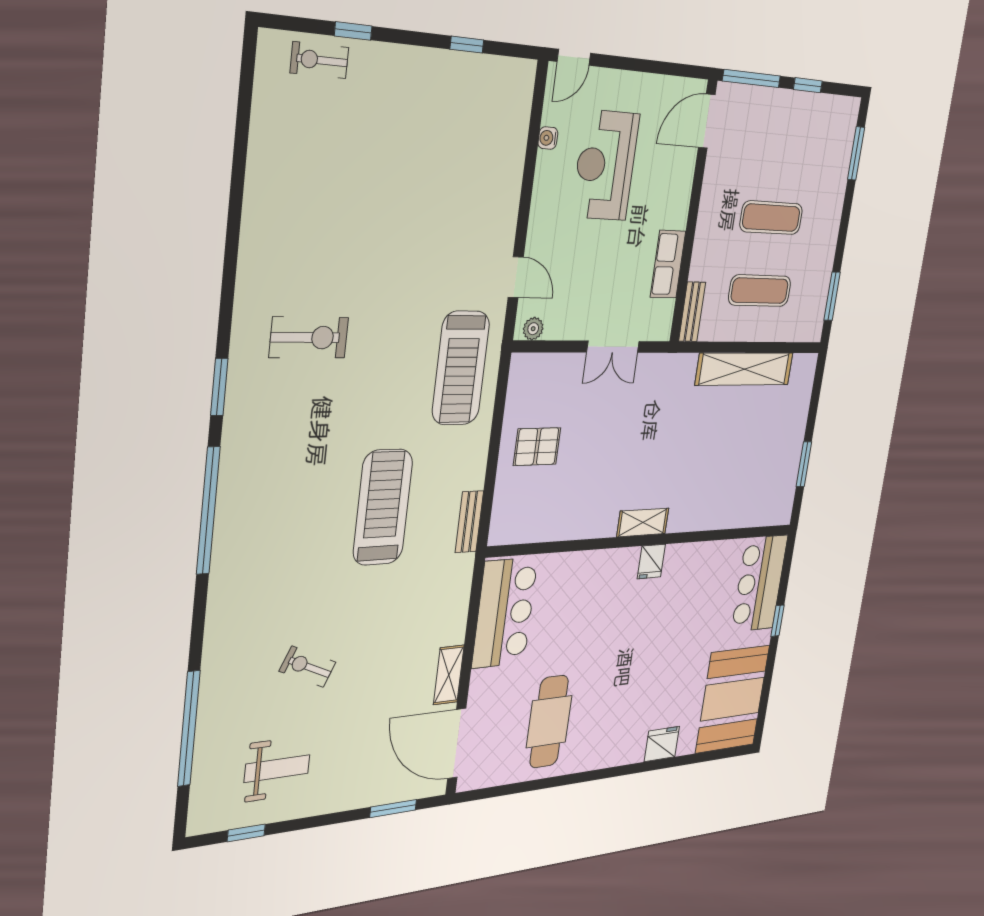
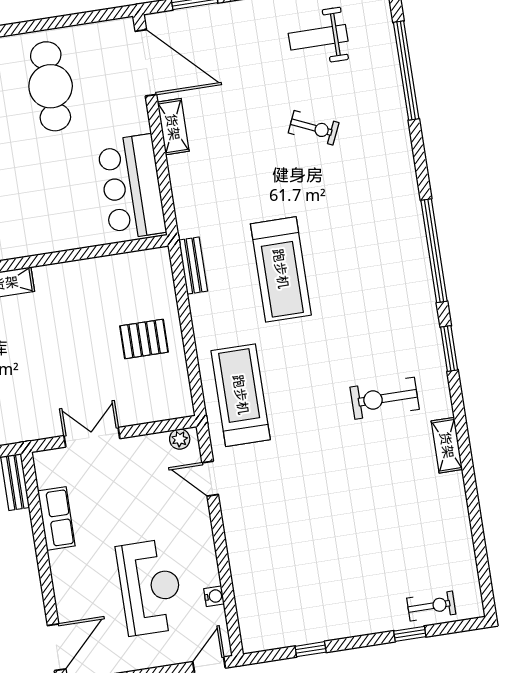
shelving: (251, 265) -> (447, 445), added

